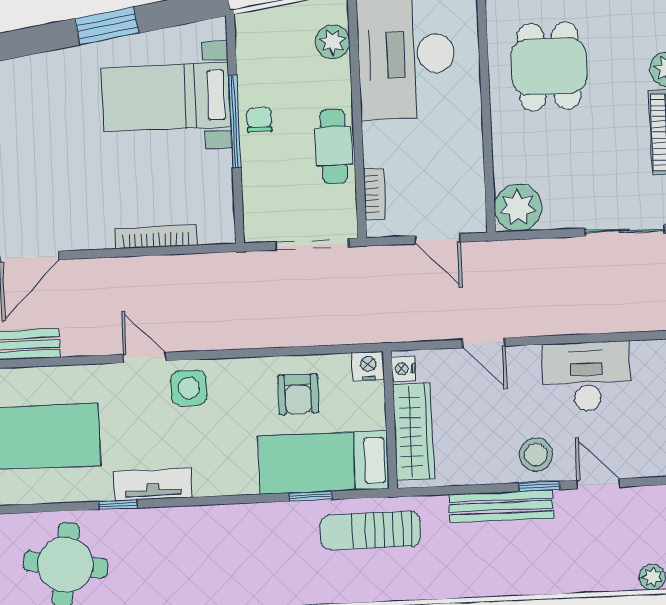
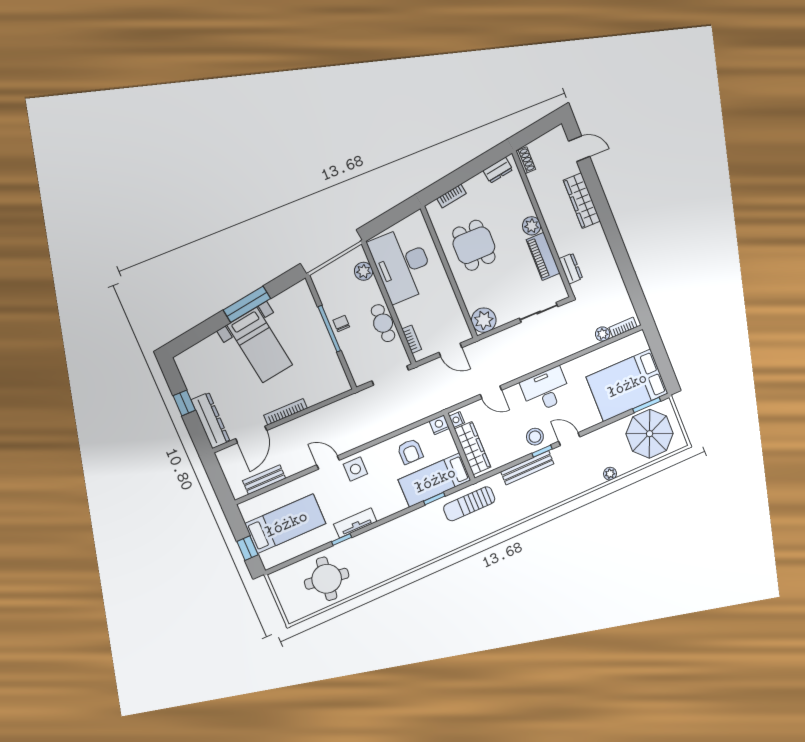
window: (107, 26) -> (247, 304), width x1.44
bed with nightstands: (166, 97) -> (260, 345), moved, turned -99
bookcase: (156, 237) -> (286, 412), moved

